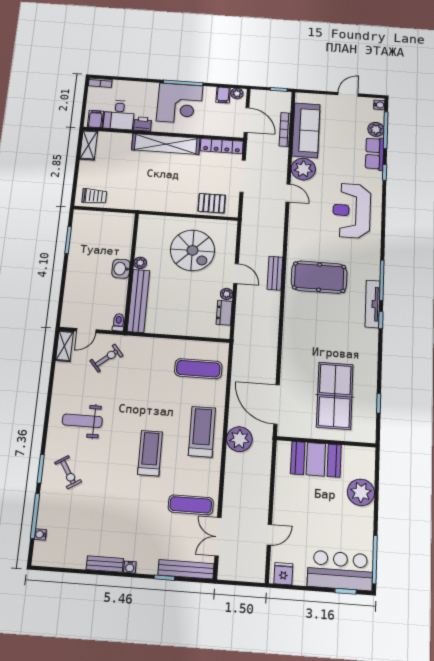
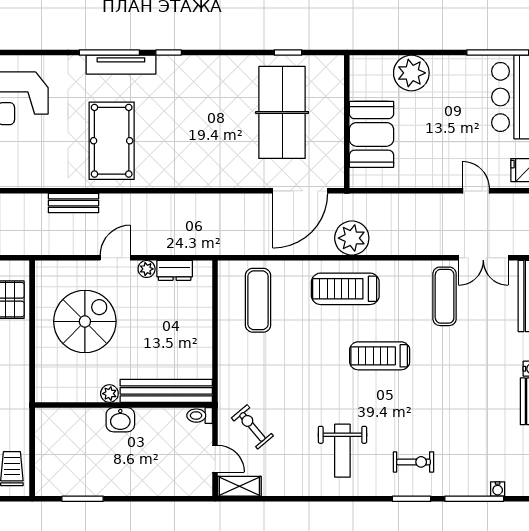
bench: (275, 273) -> (74, 203), moved
tv unit: (373, 304) -> (121, 65), moved
table tennis table: (335, 396) -> (282, 112), turned 90
exercise bike: (68, 472) -> (413, 462), turned 32

